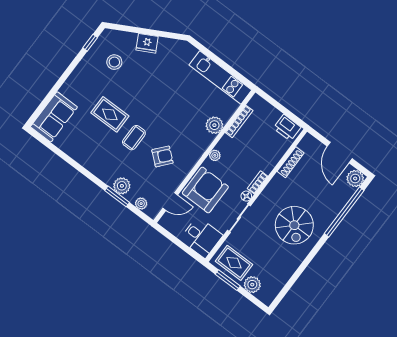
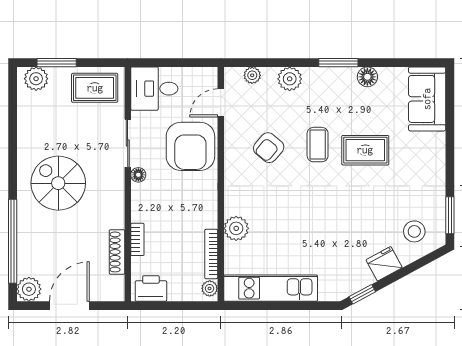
window: (172, 36) -> (362, 294), added
window: (90, 43) -> (450, 215), width x1.50
stool: (114, 62) -> (414, 231), moved
door: (340, 152) -> (69, 306), hinge flipped
floor lamp: (78, 154) -> (367, 77), added
plant: (215, 155) -> (210, 288), moved
bookcase: (257, 182) -> (137, 239), moved
window: (117, 196) -> (338, 63), moved
window: (228, 280) -> (57, 63), moved
plant: (252, 285) -> (36, 79), moved

